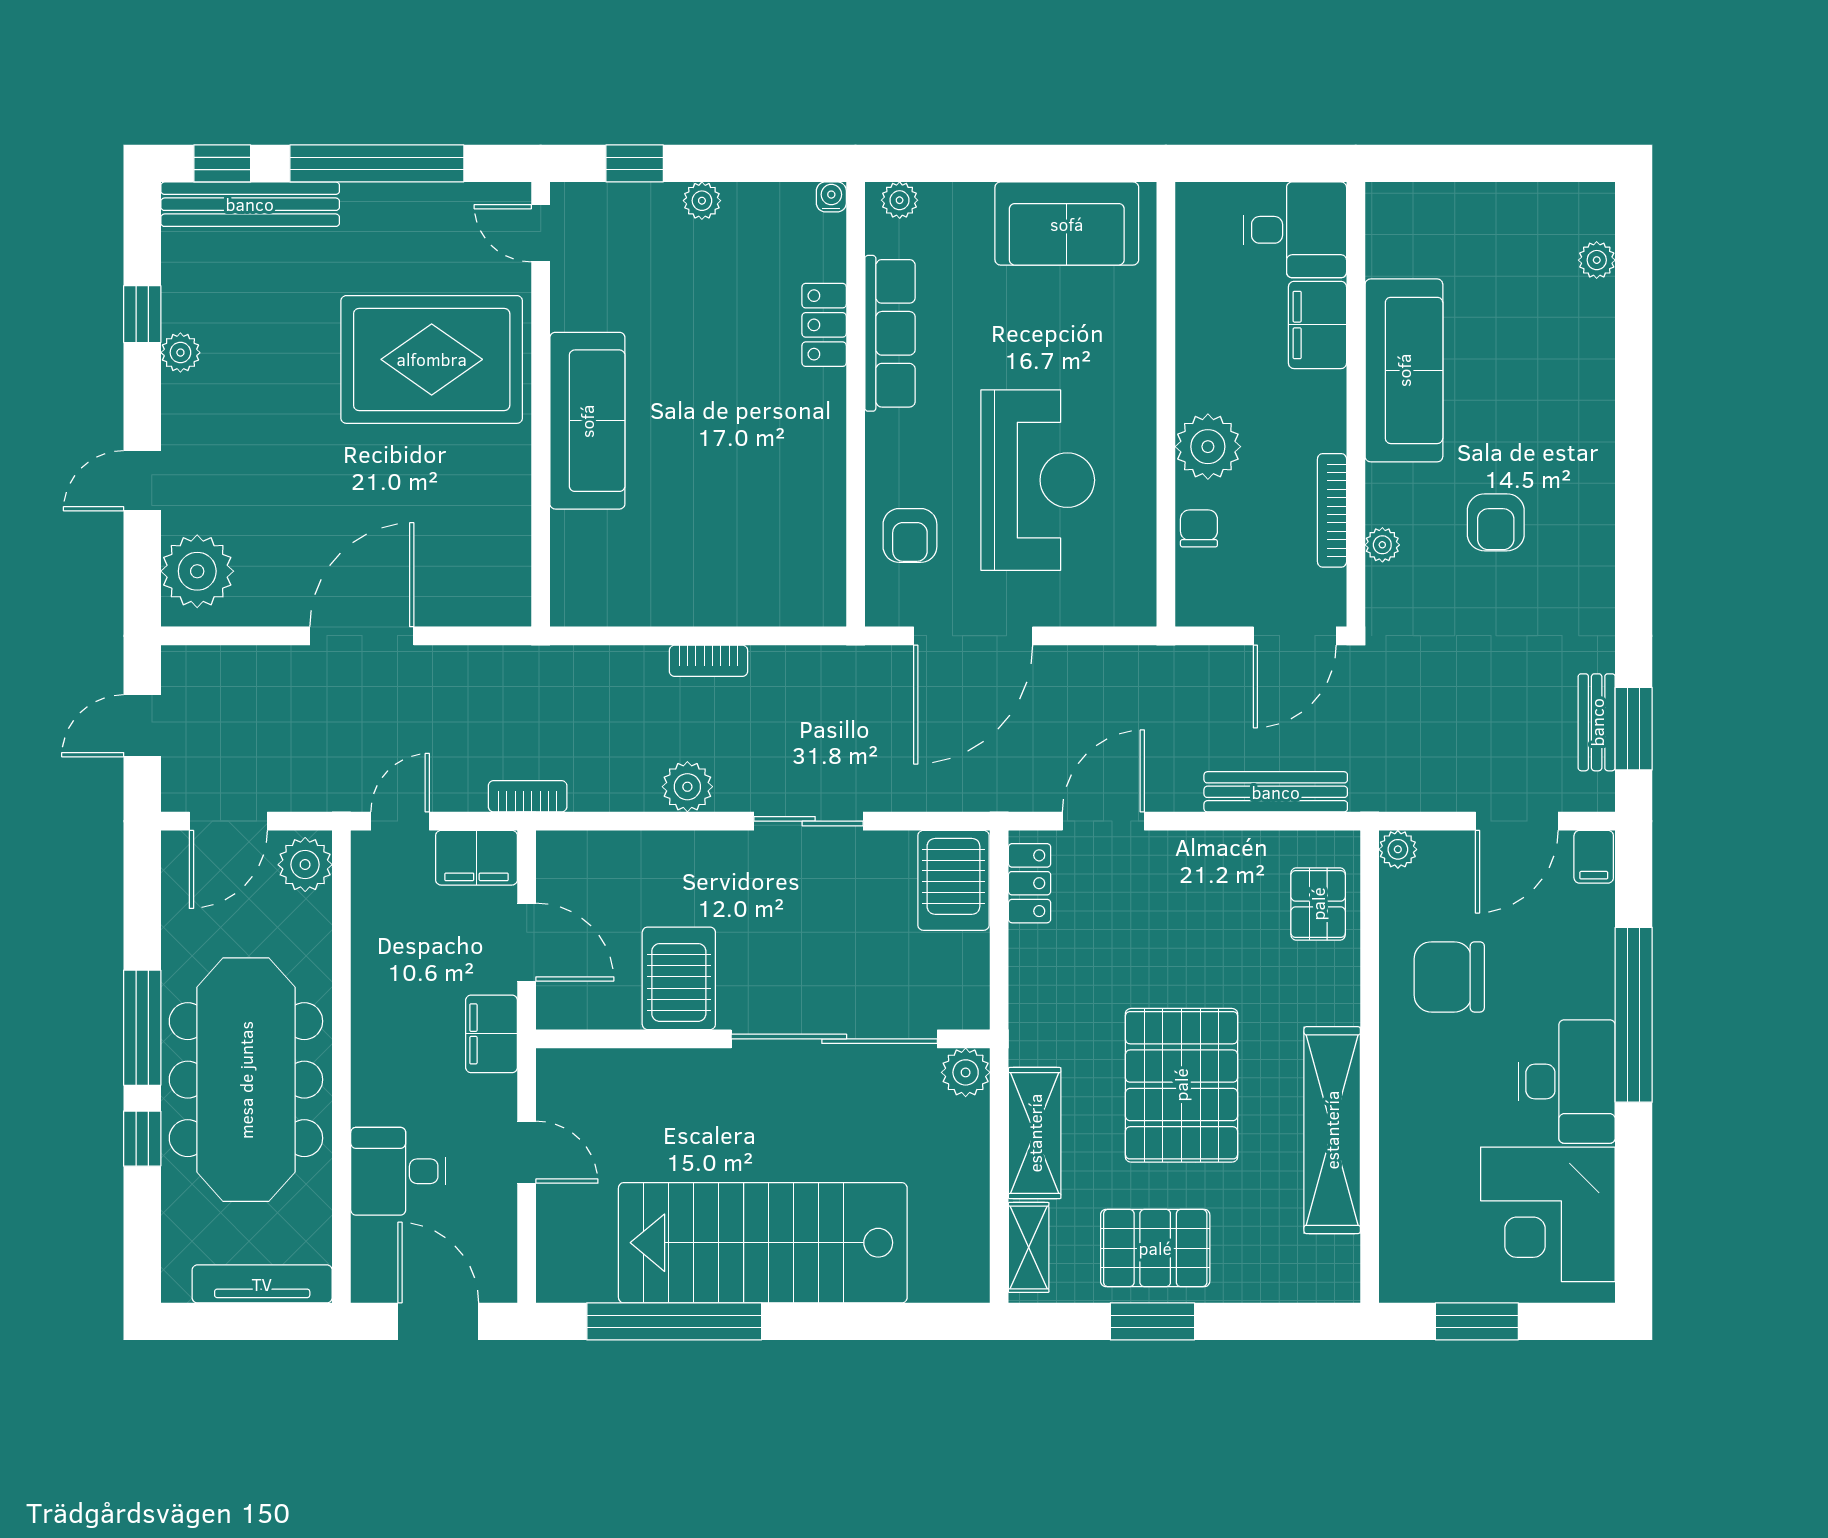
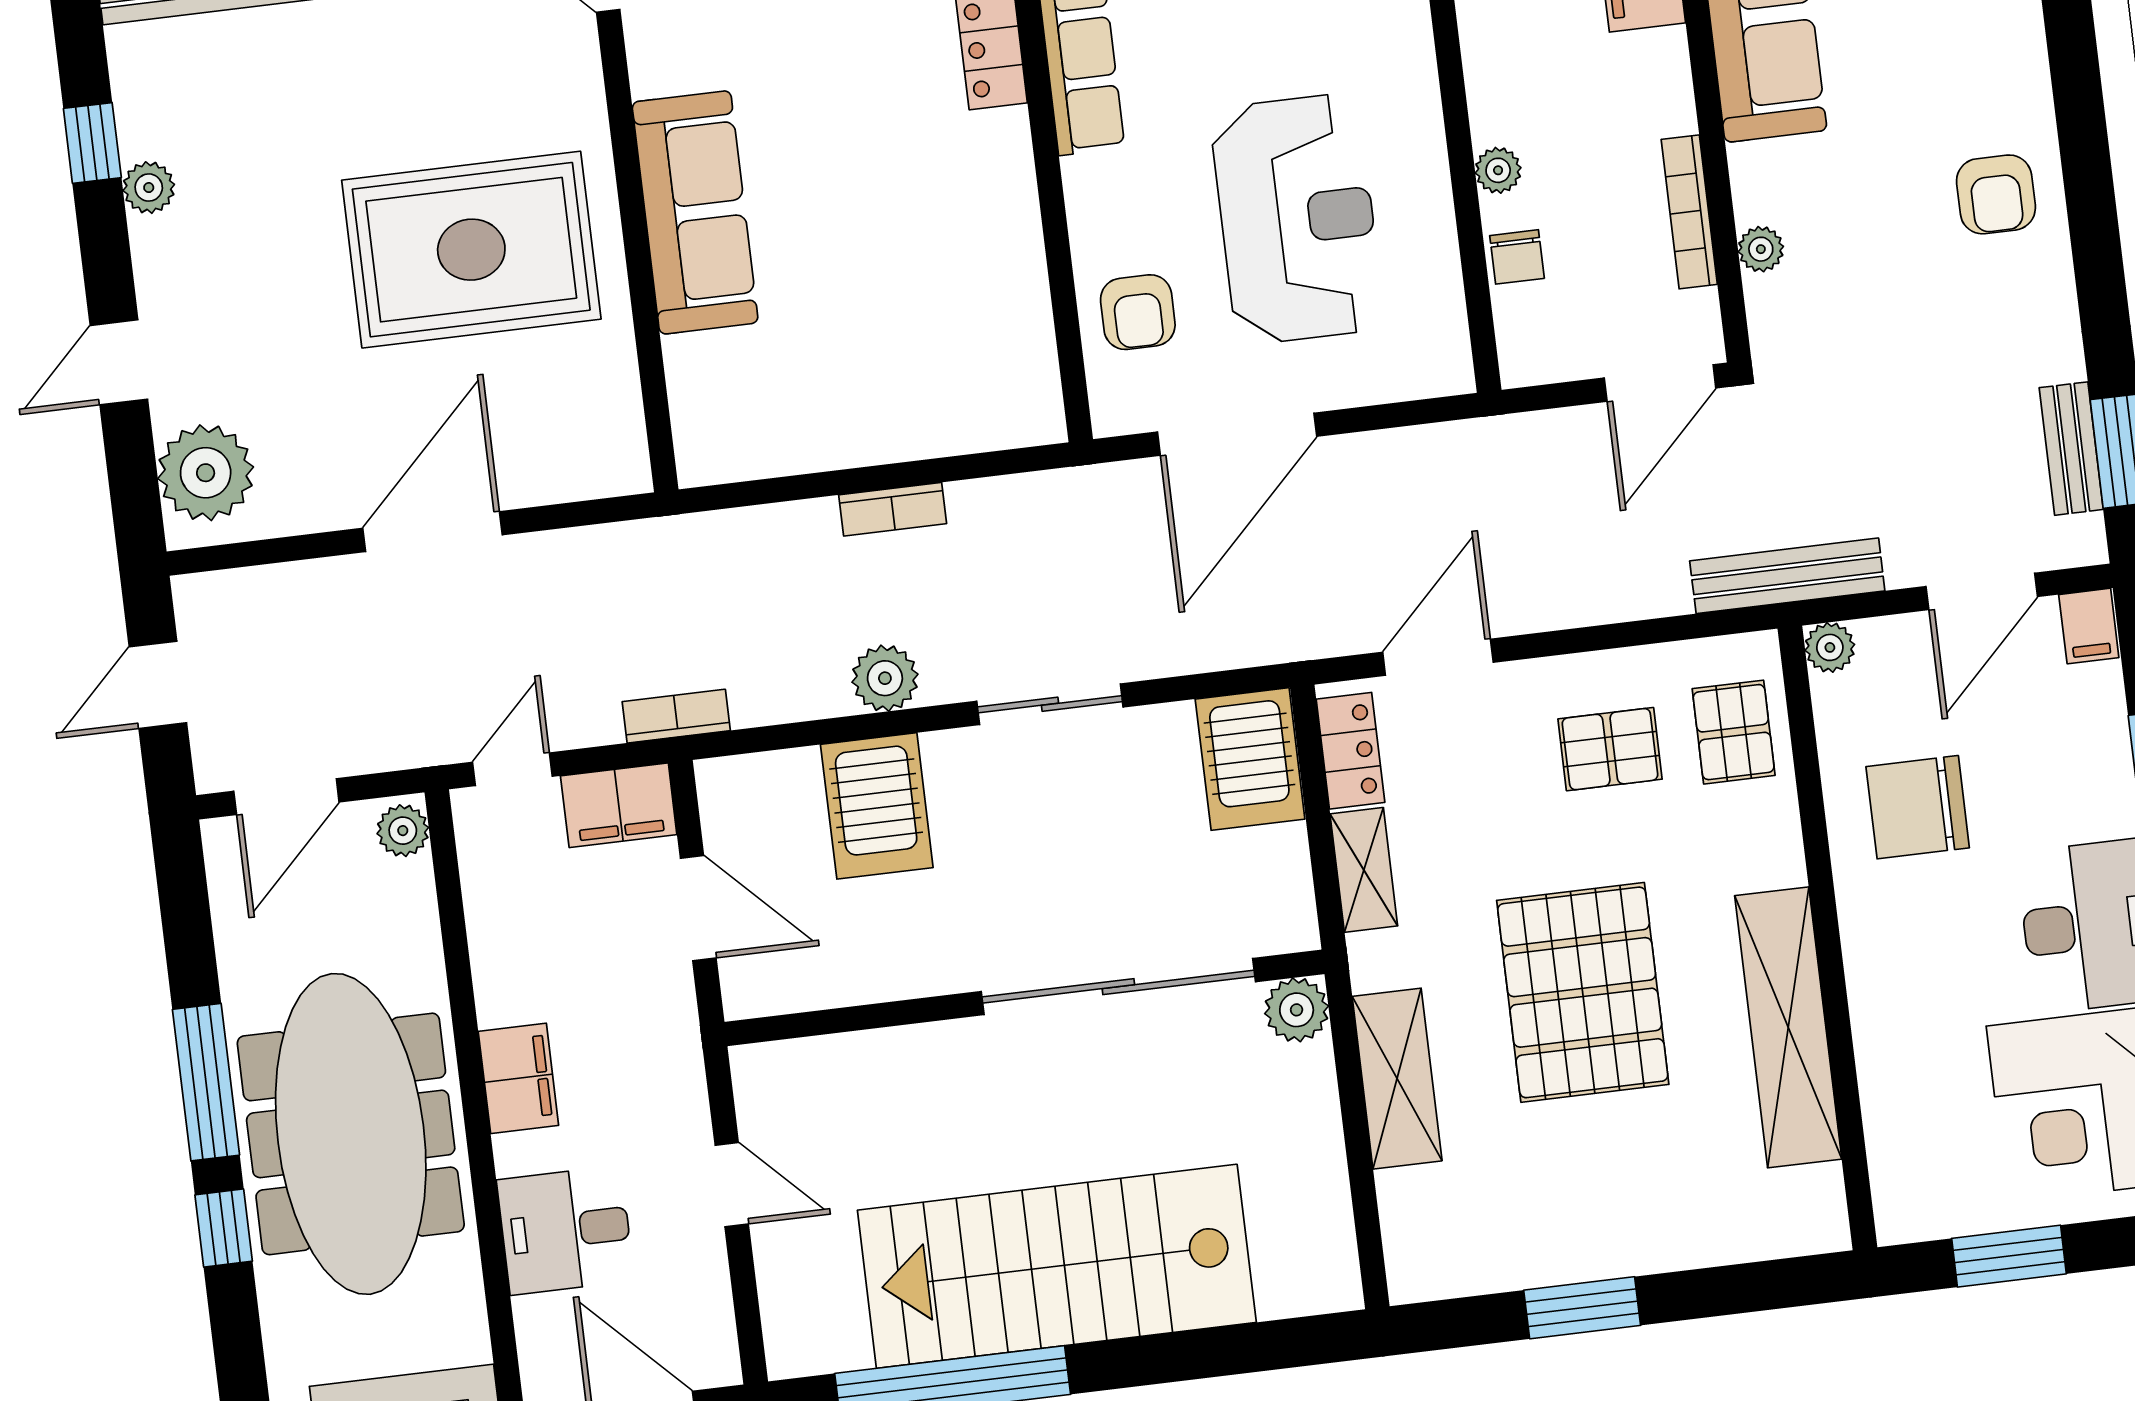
rug: (432, 359) -> (471, 250), moved
plant: (1208, 447) -> (1498, 170), width x0.53, depth x0.53
armchair: (1496, 522) -> (1996, 194), moved
chair: (1199, 528) -> (1517, 257), turned 180
bench: (1276, 792) -> (1787, 576), moved
plant: (305, 865) -> (403, 831), width x0.73, depth x0.73
server rack: (679, 978) -> (877, 806), moved, turned 180
filing cabinet: (492, 1034) -> (518, 1078), moved, turned 180
shelving: (1029, 1247) -> (1364, 870), moved
pallet: (1155, 1248) -> (1610, 749), moved, width x0.67, depth x0.71

